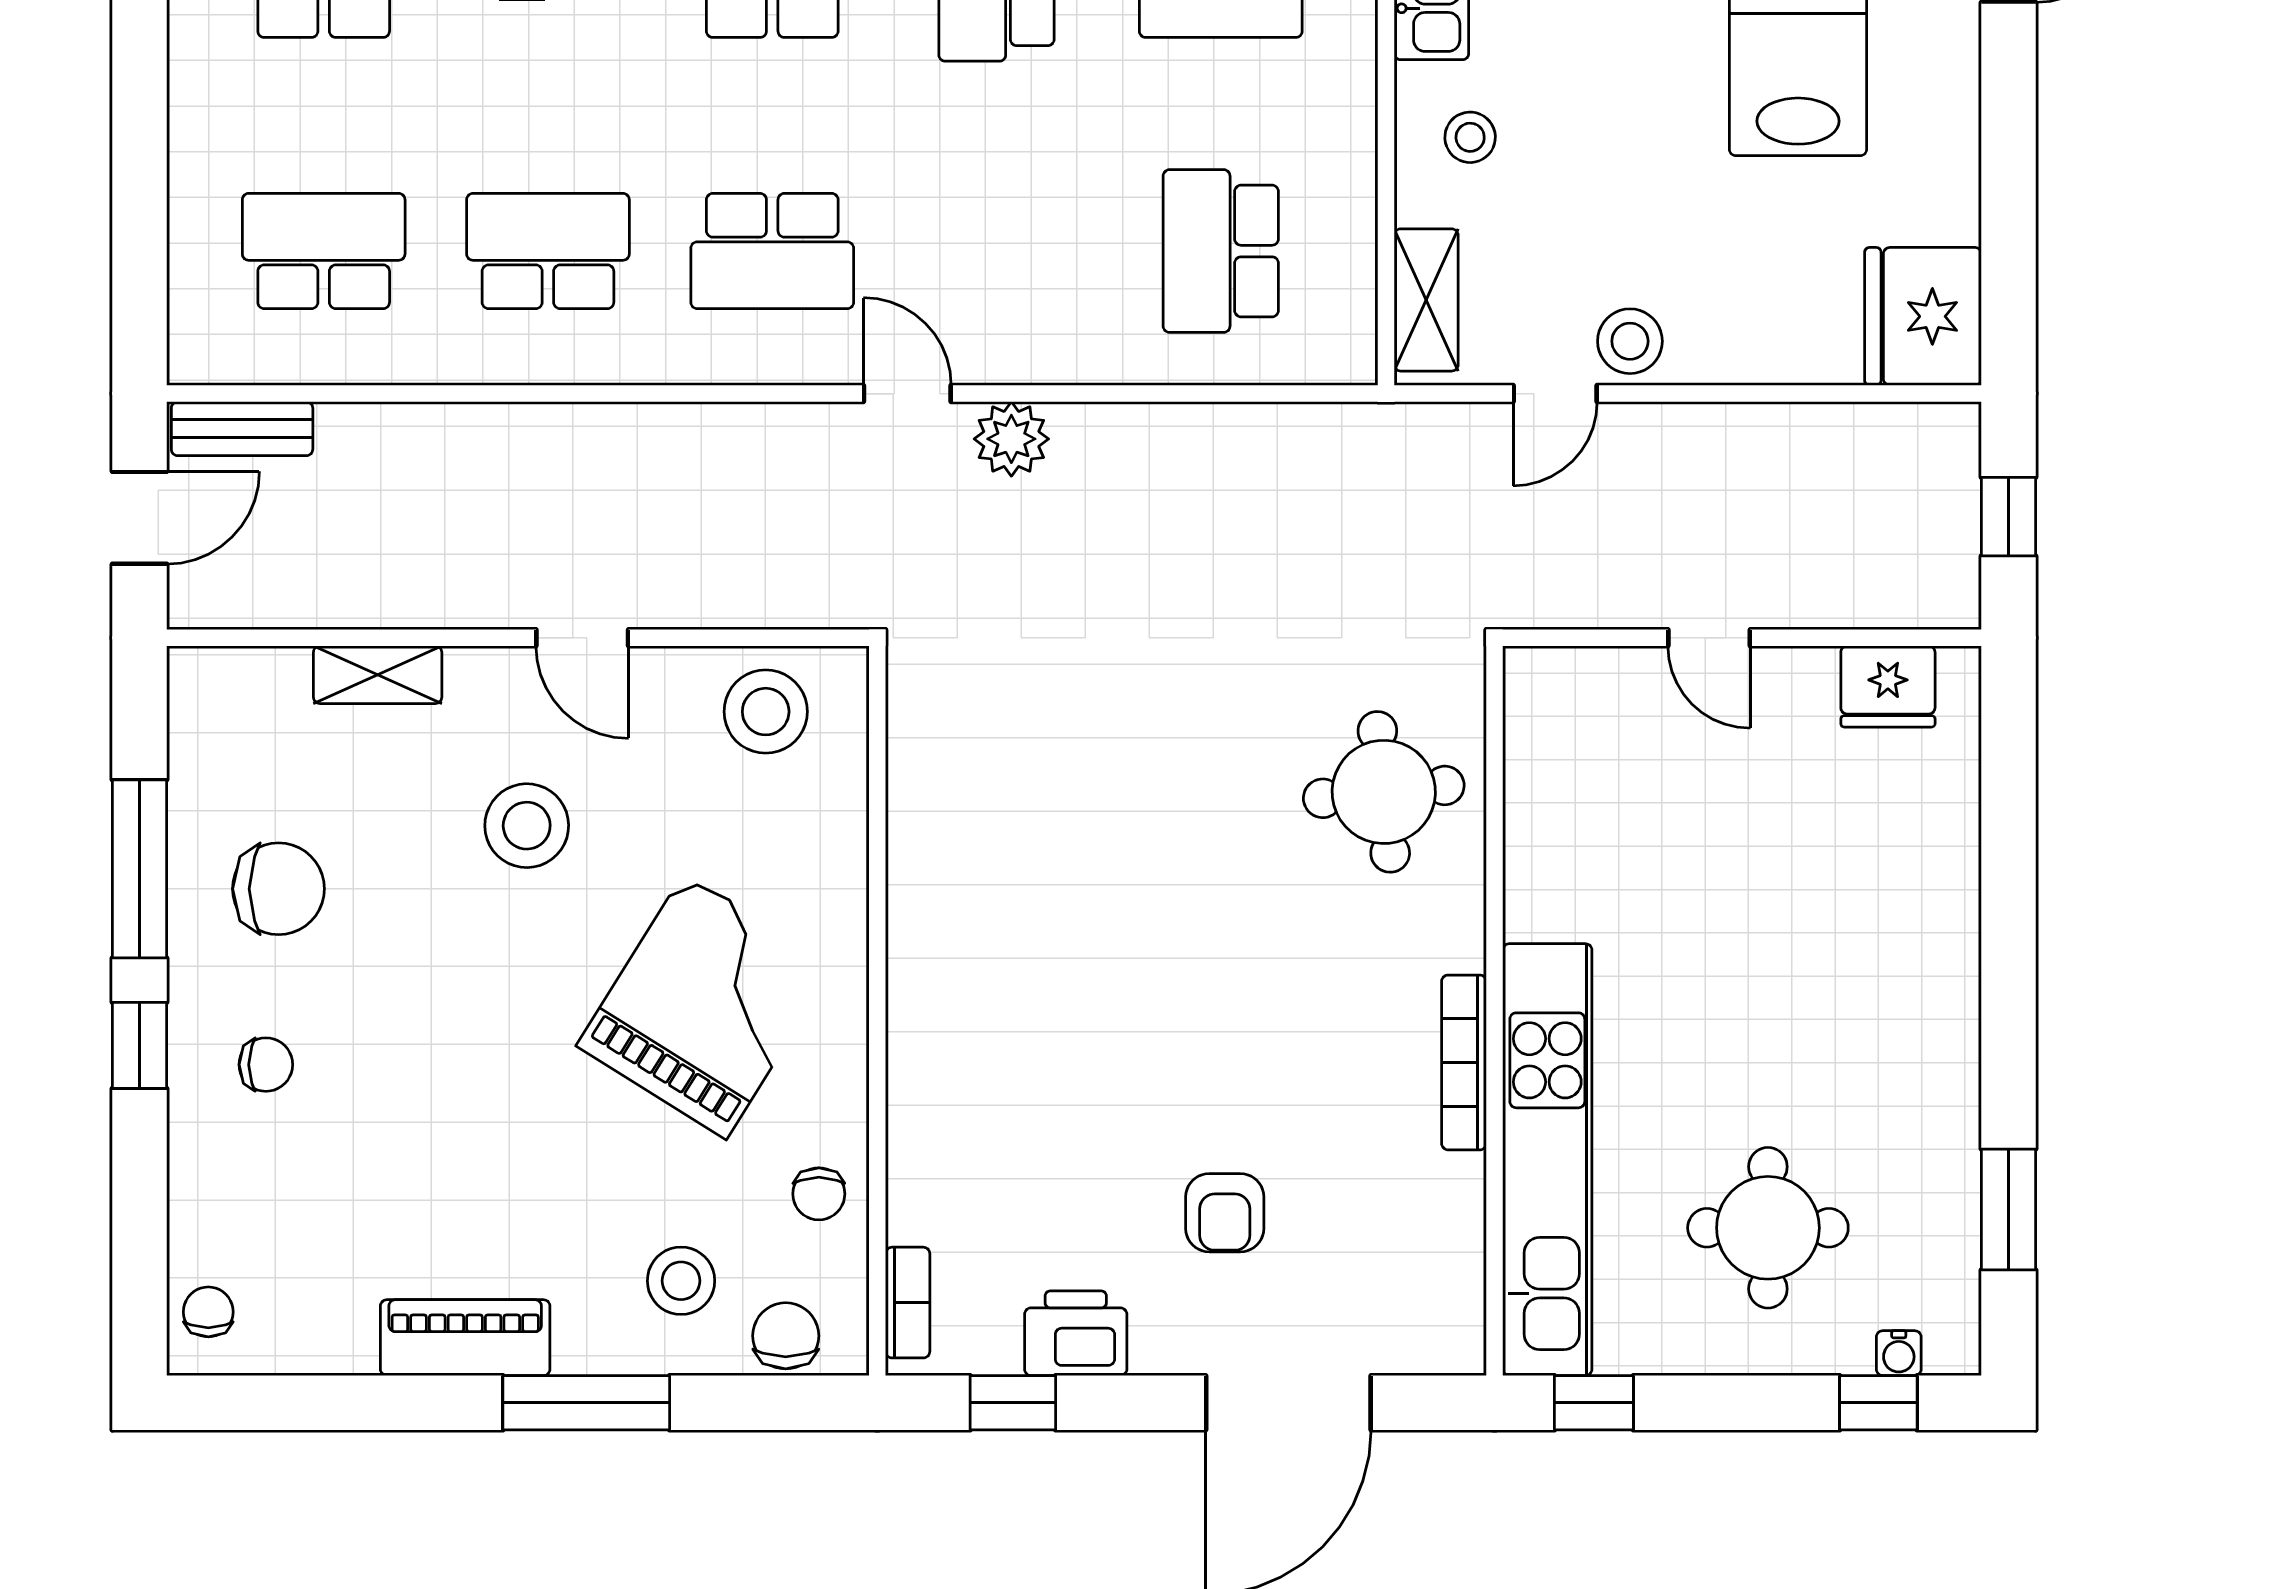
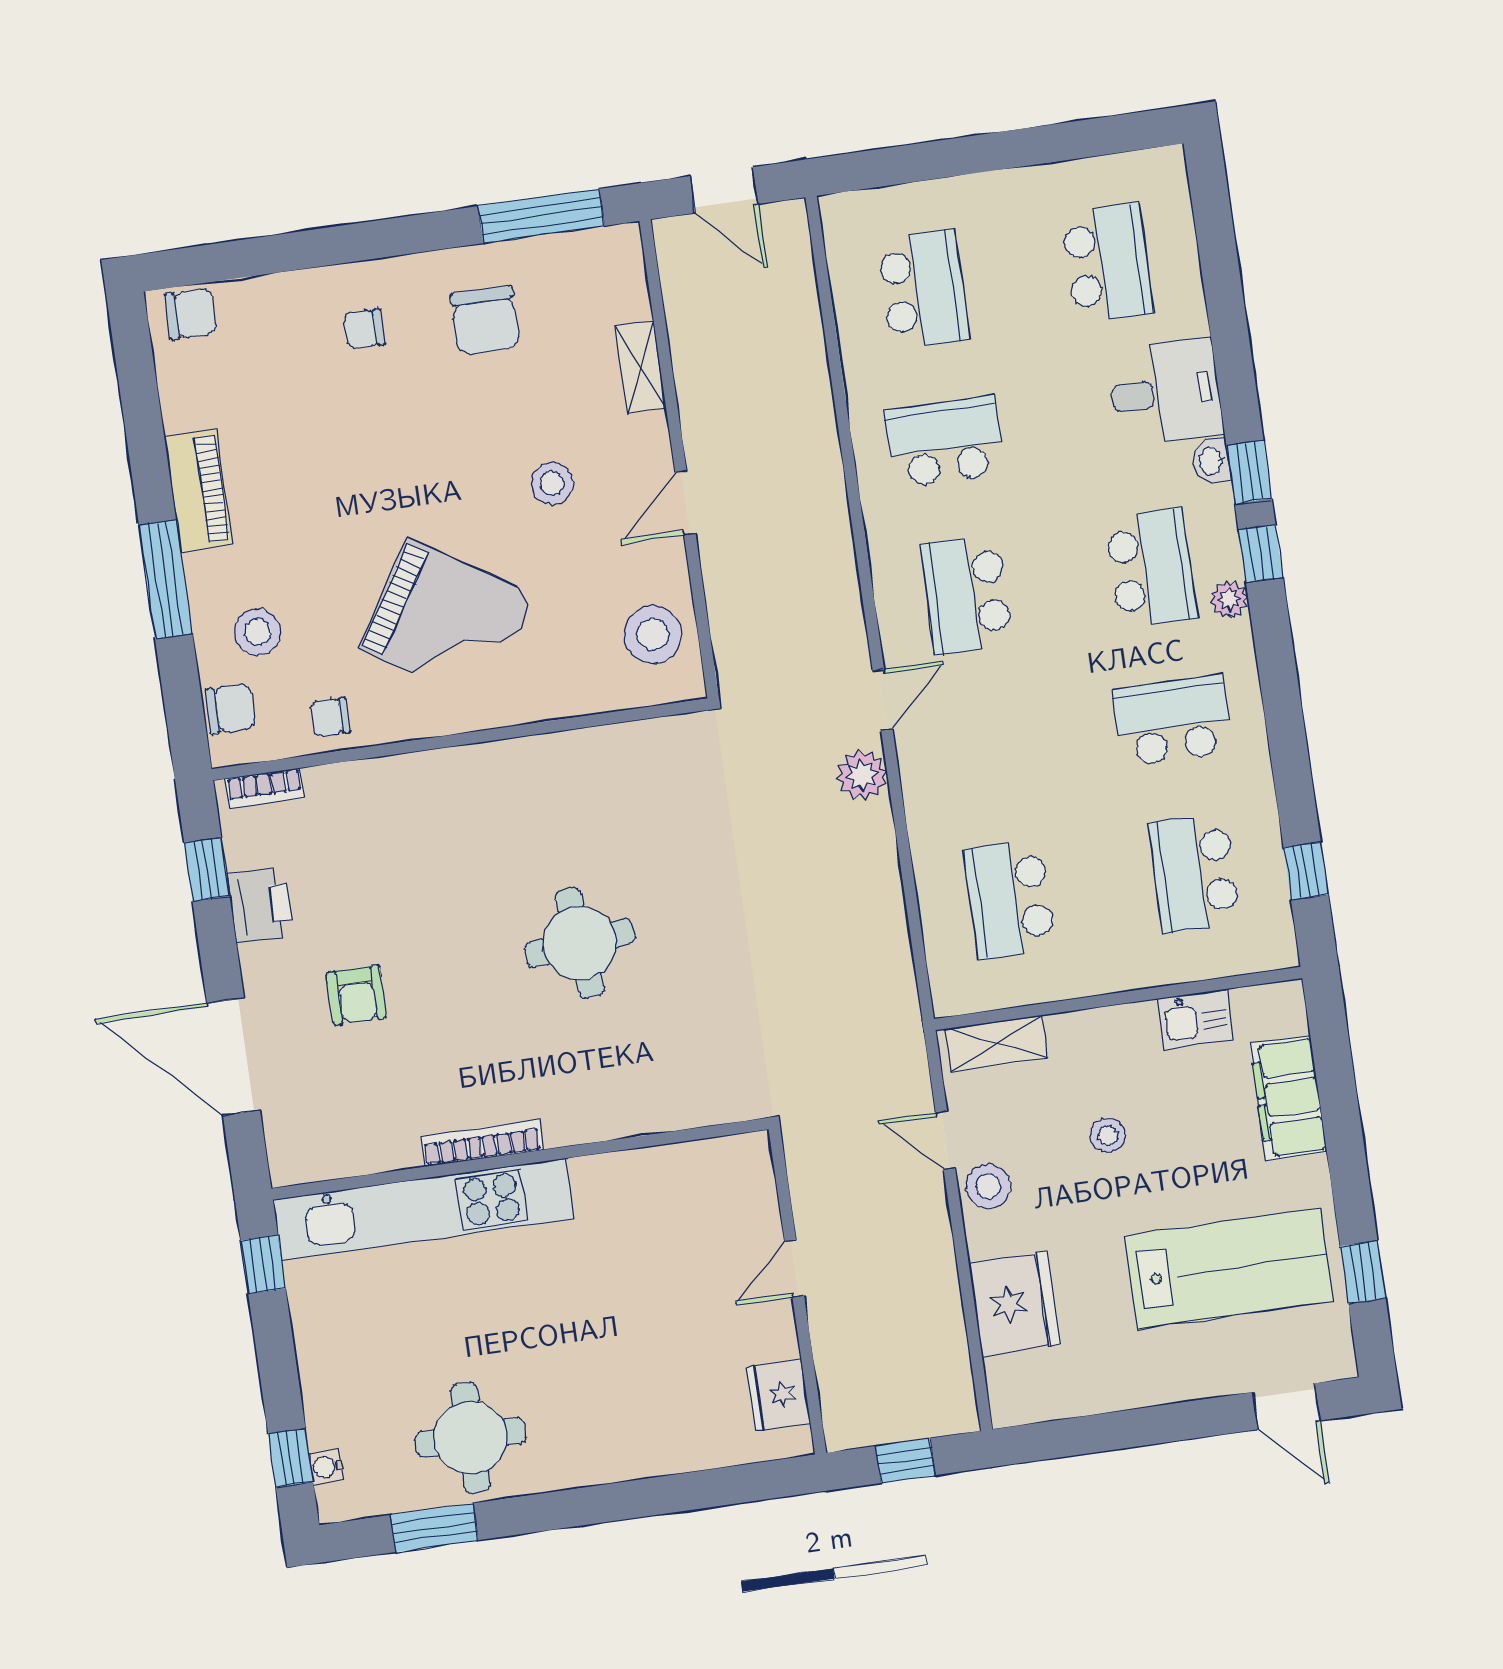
stool: (1470, 137) -> (1108, 1136), moved
school desk: (548, 251) -> (945, 442), turned -90
school desk: (1221, 251) -> (1010, 899), turned -90
fridge: (1923, 316) -> (1015, 1303), moved, turned 90
bench: (242, 429) -> (794, 251), removed
round table: (1384, 792) -> (580, 943), moved
stool: (527, 826) -> (552, 483), width x0.73, depth x0.73
window: (139, 869) -> (541, 216), moved
window: (139, 1045) -> (365, 241), removed
chair: (266, 1065) -> (364, 329), turned 90
armchair: (1225, 1213) -> (357, 995), turned -90
round table: (1768, 1228) -> (471, 1438), moved
chair: (208, 1312) -> (191, 314), width x1.37, depth x1.37

